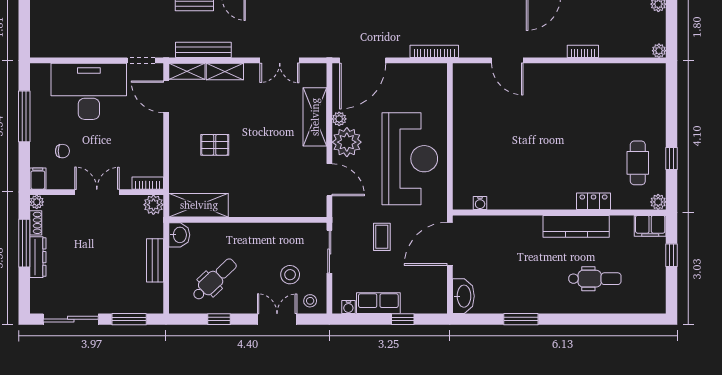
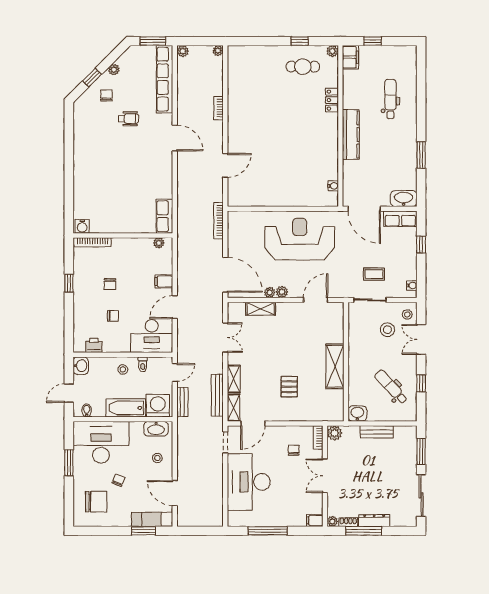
shelving: (315, 117) -> (261, 309), width x0.67, depth x0.75
plant: (347, 142) -> (282, 292), width x0.53, depth x0.53
chair: (62, 151) -> (294, 450), moved
shelving: (199, 205) -> (335, 366), moved
kitchen counter: (576, 226) -> (351, 134), moved
coffee table: (382, 237) -> (374, 274), moved
row of seats: (378, 303) -> (400, 219), moved, turned -90

